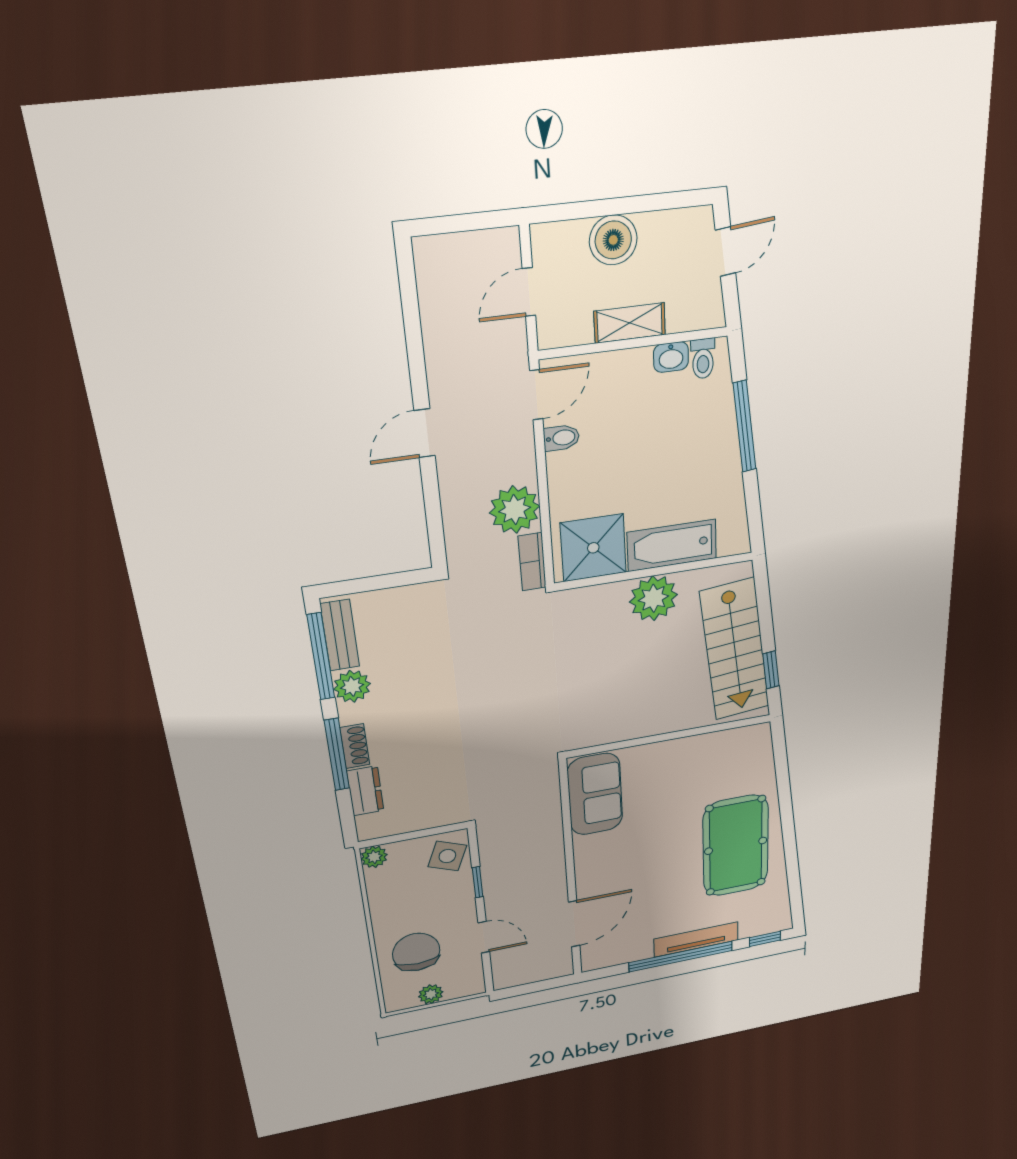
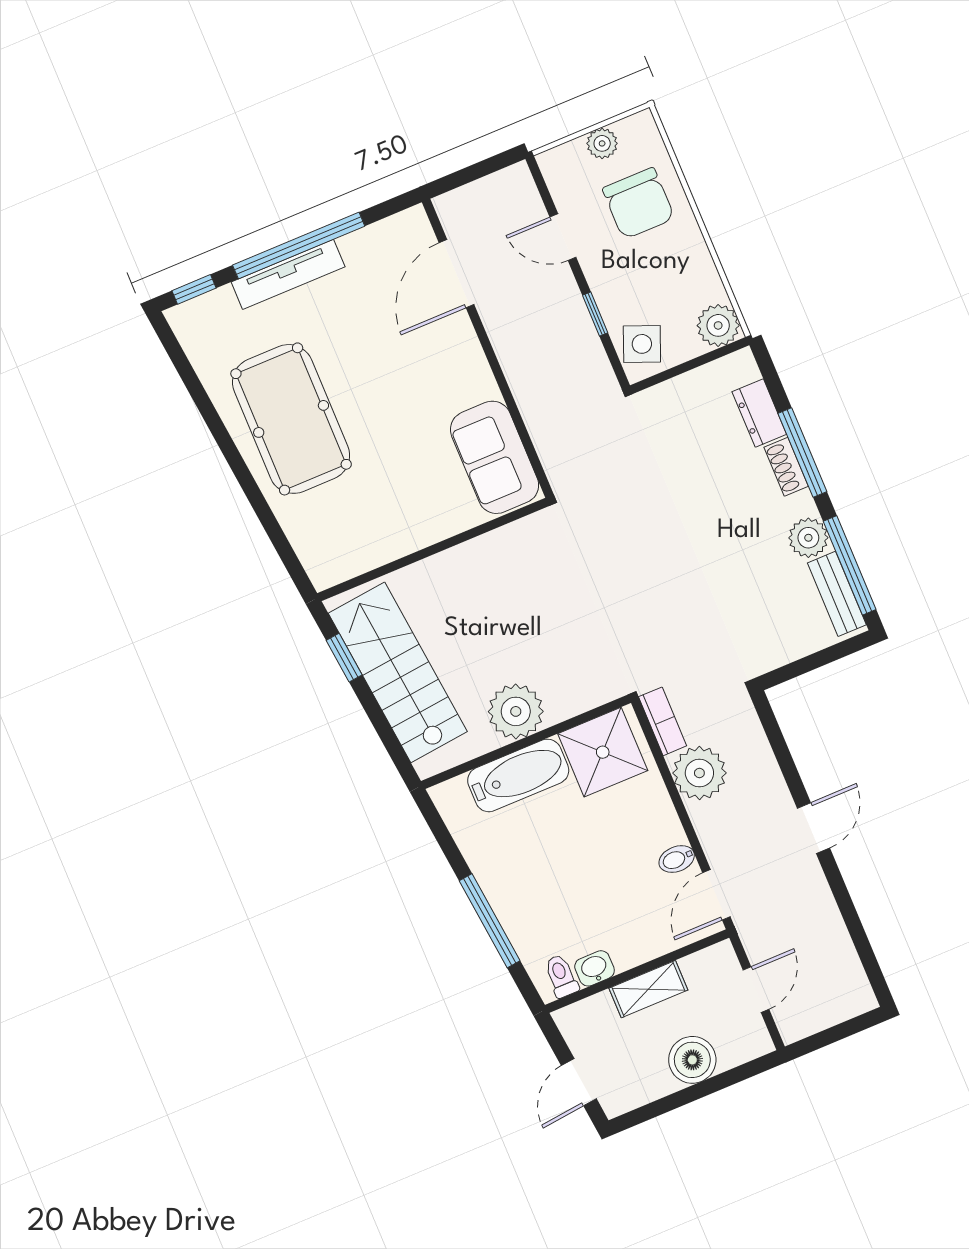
plant: (374, 857) -> (718, 325), width x1.38, depth x1.38

